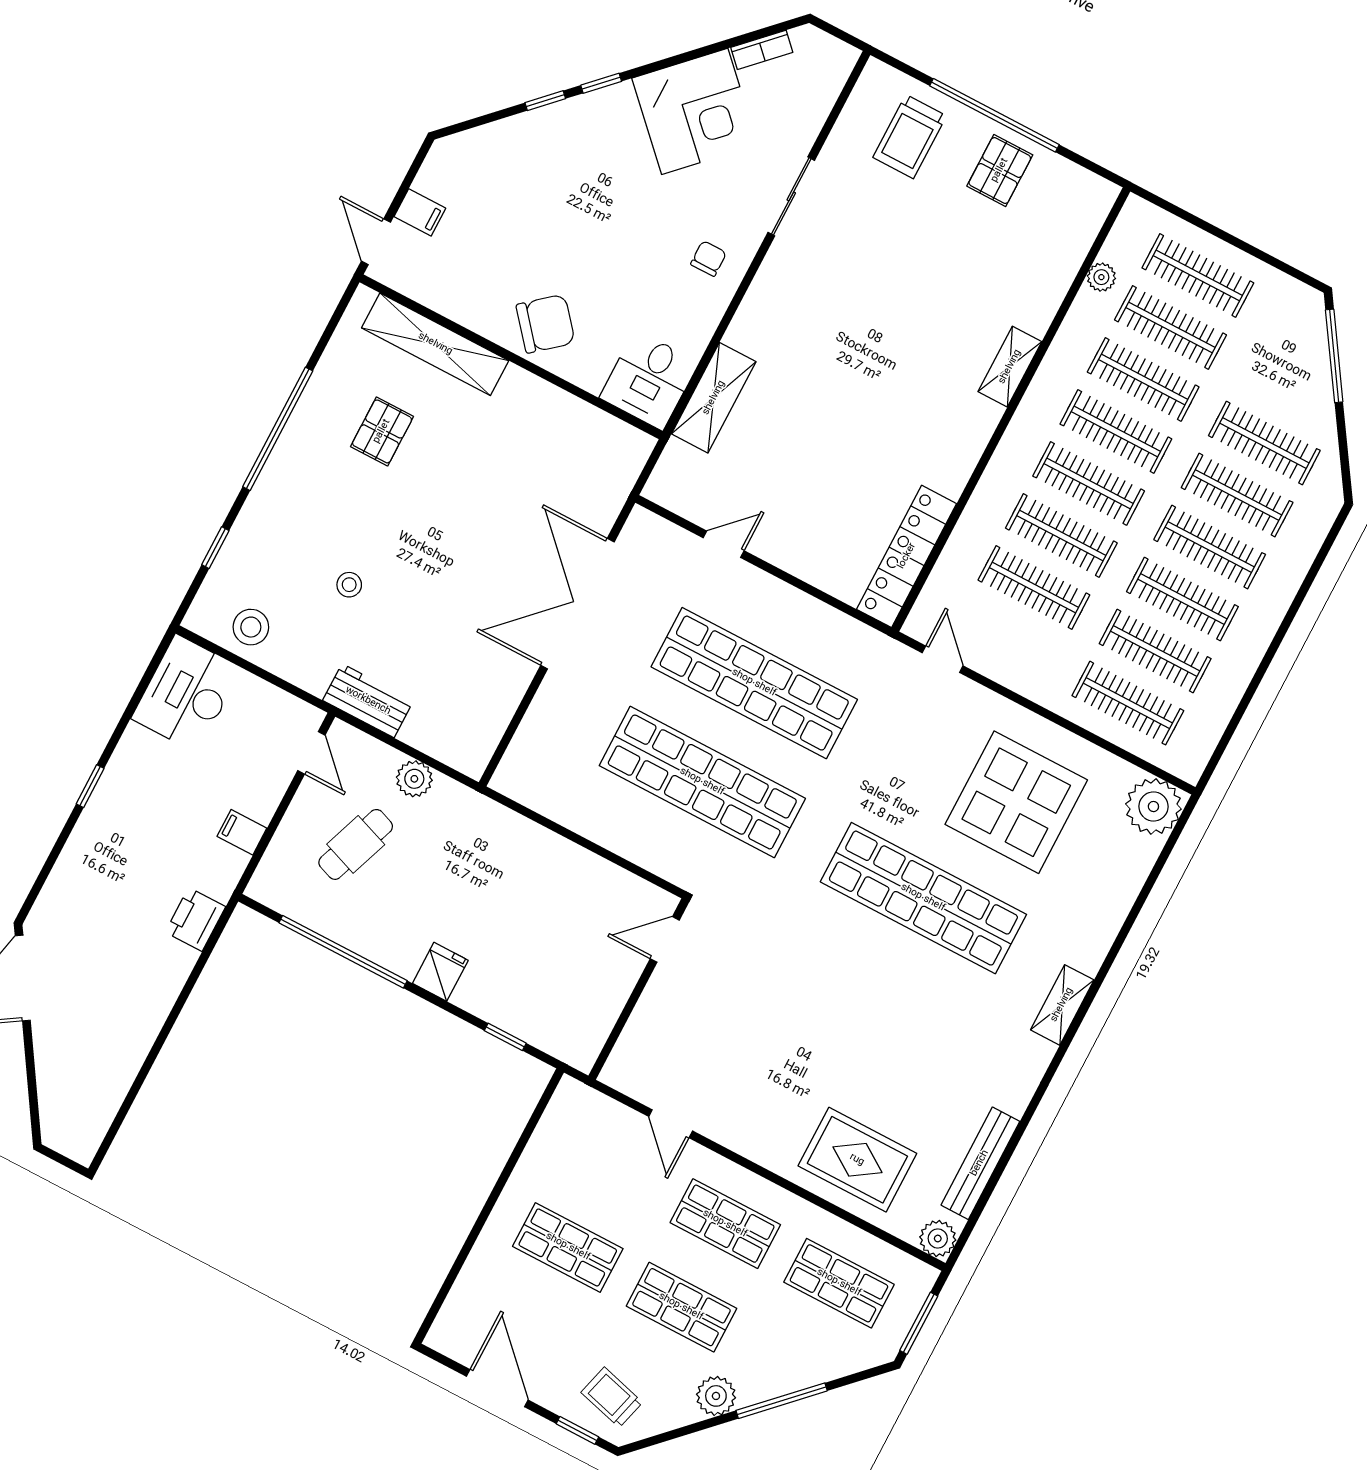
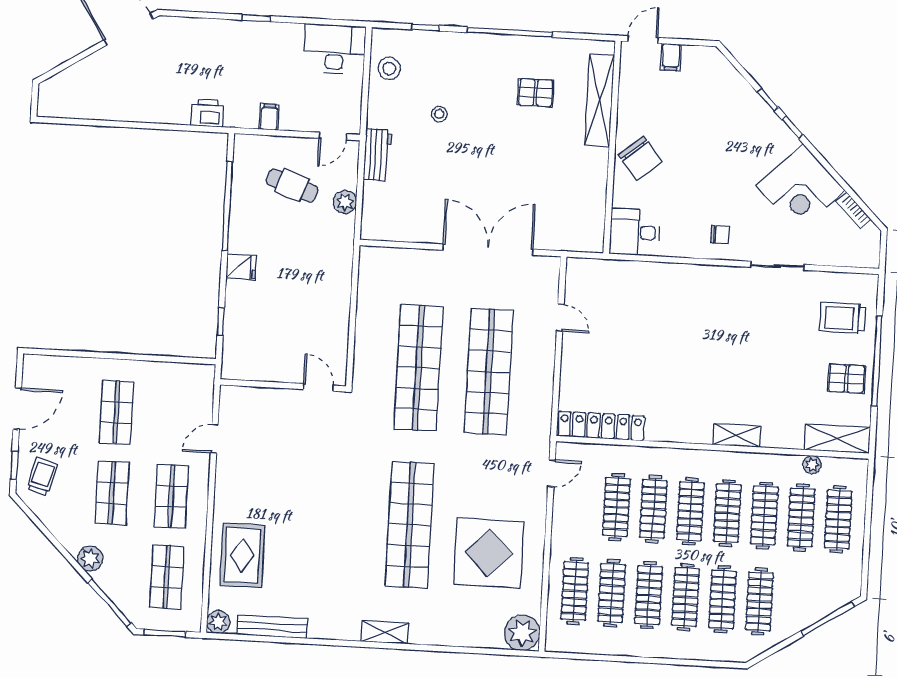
shelving: (714, 398) -> (837, 439), moved
plant: (716, 1396) -> (90, 559), moved
window: (782, 1401) -> (110, 603), moved

